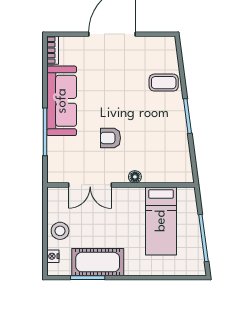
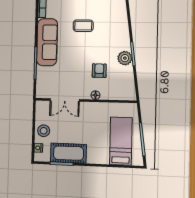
coffee table: (164, 83) -> (83, 26), moved
plant: (176, 122) -> (125, 58), added
armchair: (110, 138) -> (99, 71), moved, turned 90
bed: (161, 221) -> (121, 141), moved, turned 180

